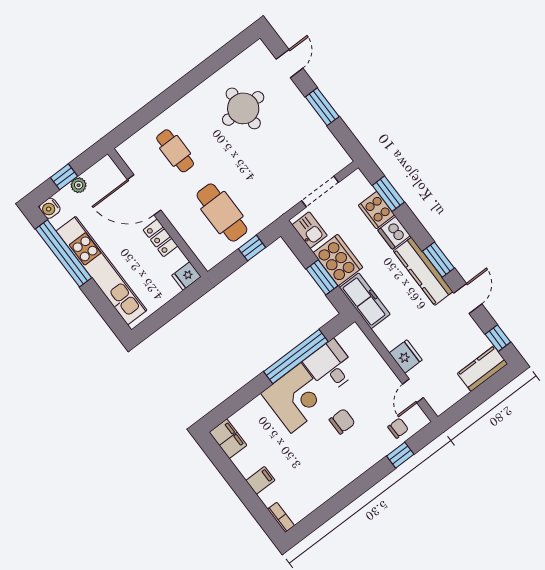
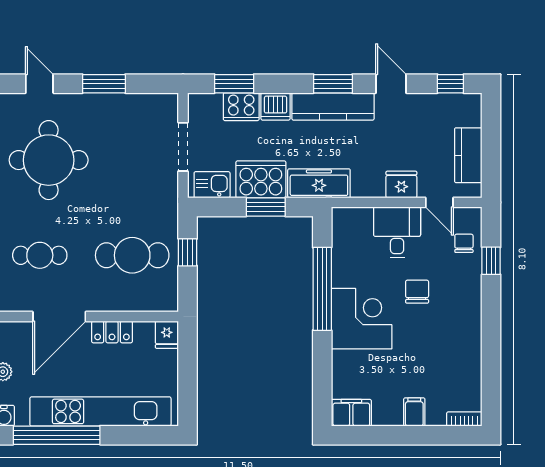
round table: (243, 108) -> (49, 160), width x1.36, depth x1.36
desk: (331, 366) -> (397, 232), moved, turned 90
kitchen counter: (483, 369) -> (468, 155), moved

